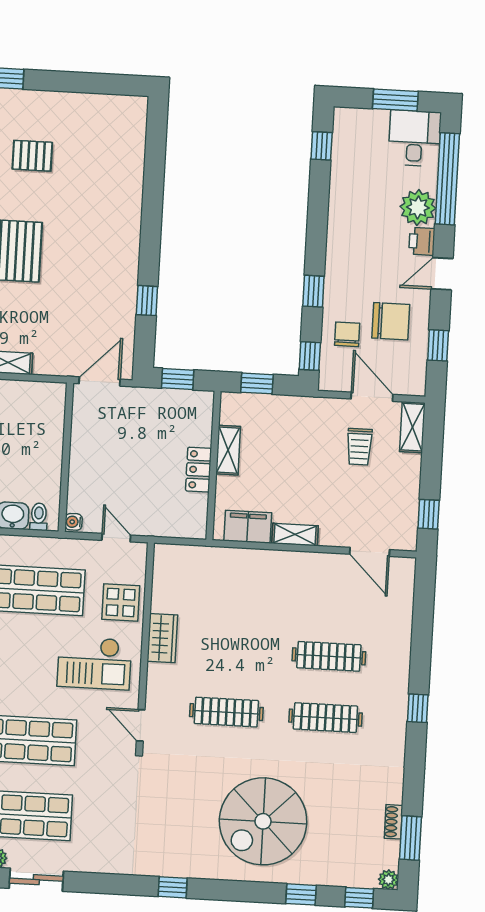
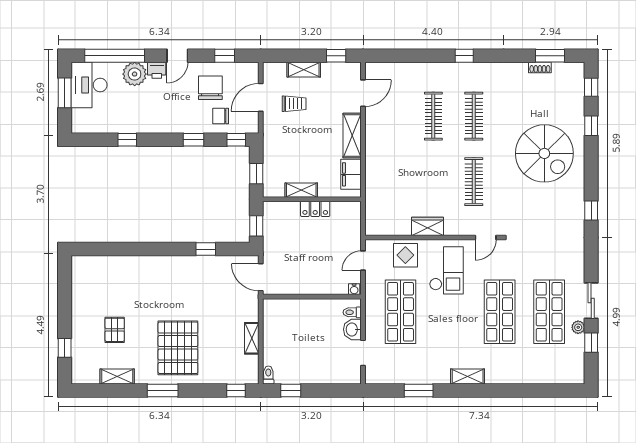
desk: (415, 138) -> (89, 85), width x1.37
window: (322, 146) -> (127, 140), moved
door: (442, 274) -> (177, 56), hinge flipped
shelving: (412, 427) -> (304, 70), moved
shelving: (295, 535) -> (352, 135), width x1.50, depth x1.33
plant: (388, 880) -> (578, 69), removed

